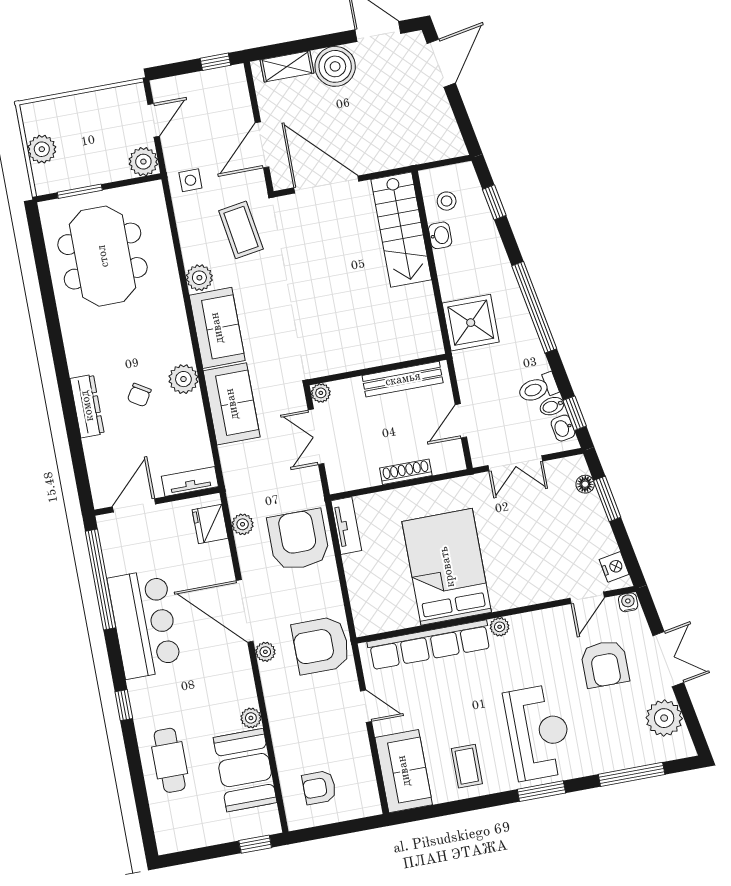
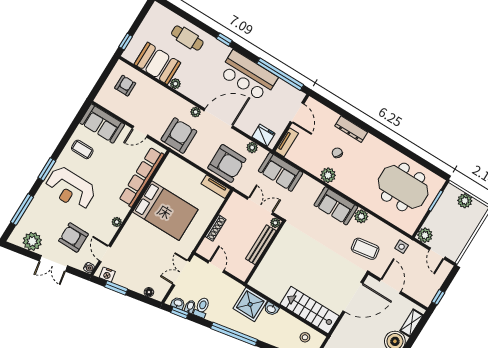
washbasin: (440, 235) -> (271, 309), moved
bench: (403, 379) -> (261, 245), moved
sofa: (232, 404) -> (281, 172), moved
window: (607, 499) -> (116, 288), moved
plant: (500, 627) -> (117, 222), moved

